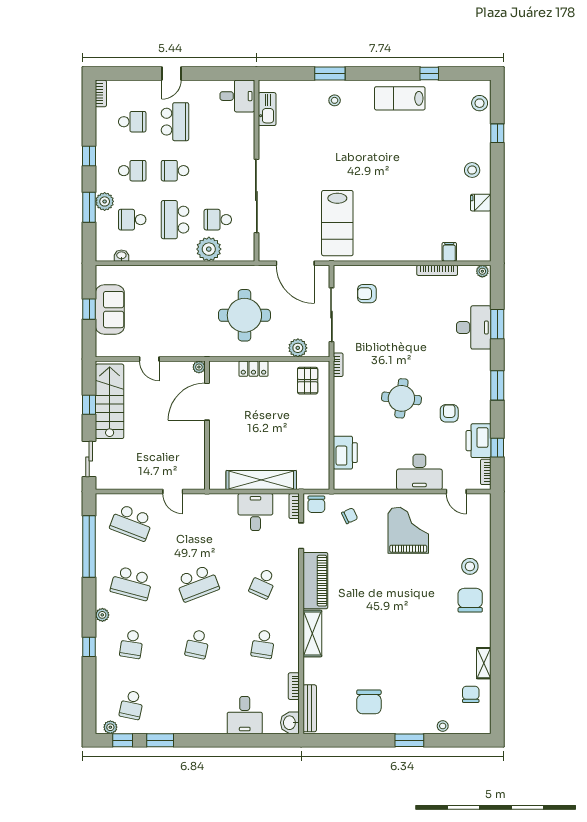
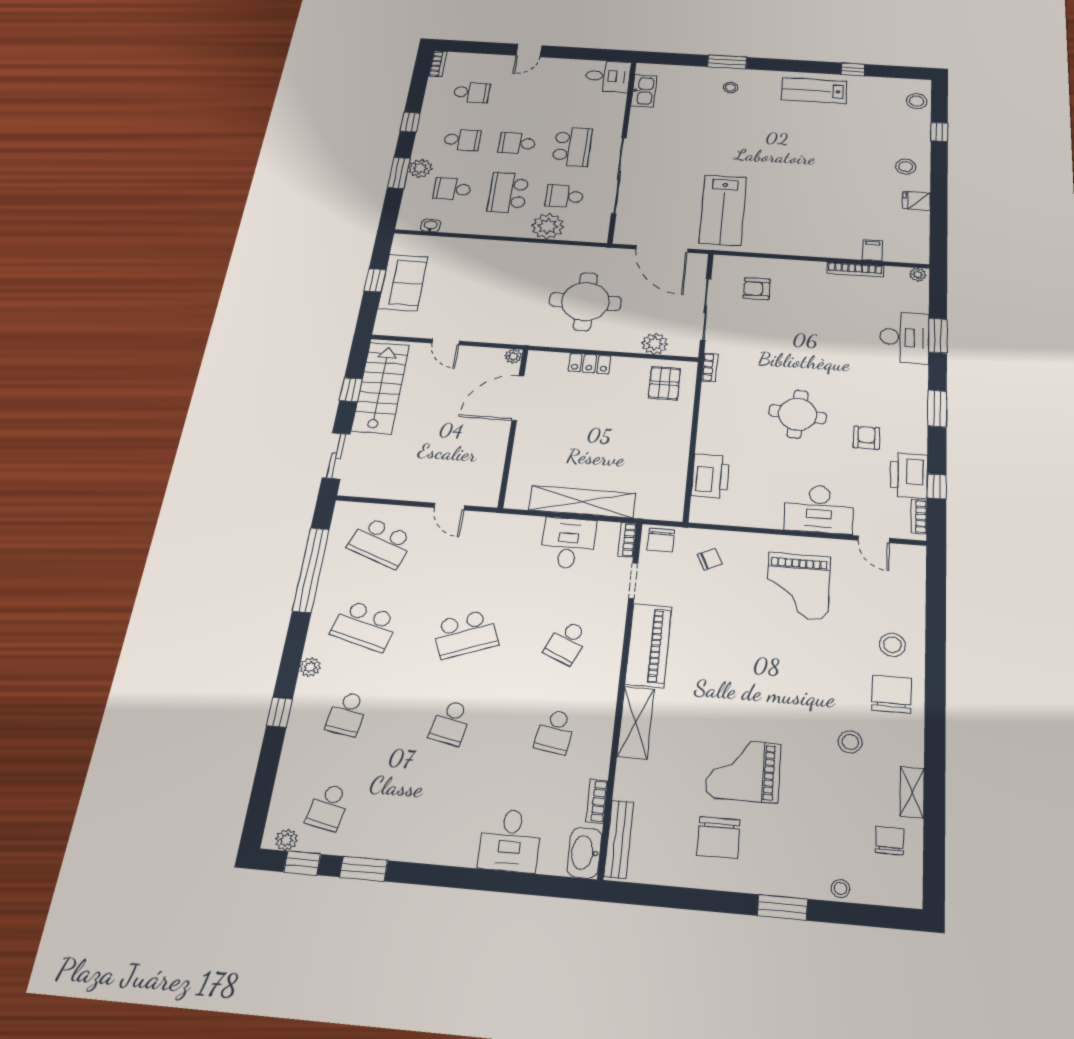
school desk: (175, 122) -> (572, 147), moved
grand piano: (408, 530) -> (798, 586), turned 180
stool: (445, 634) -> (850, 742), added
grand piano: (381, 659) -> (743, 770), added
washbasin: (290, 723) -> (584, 853), width x1.38

